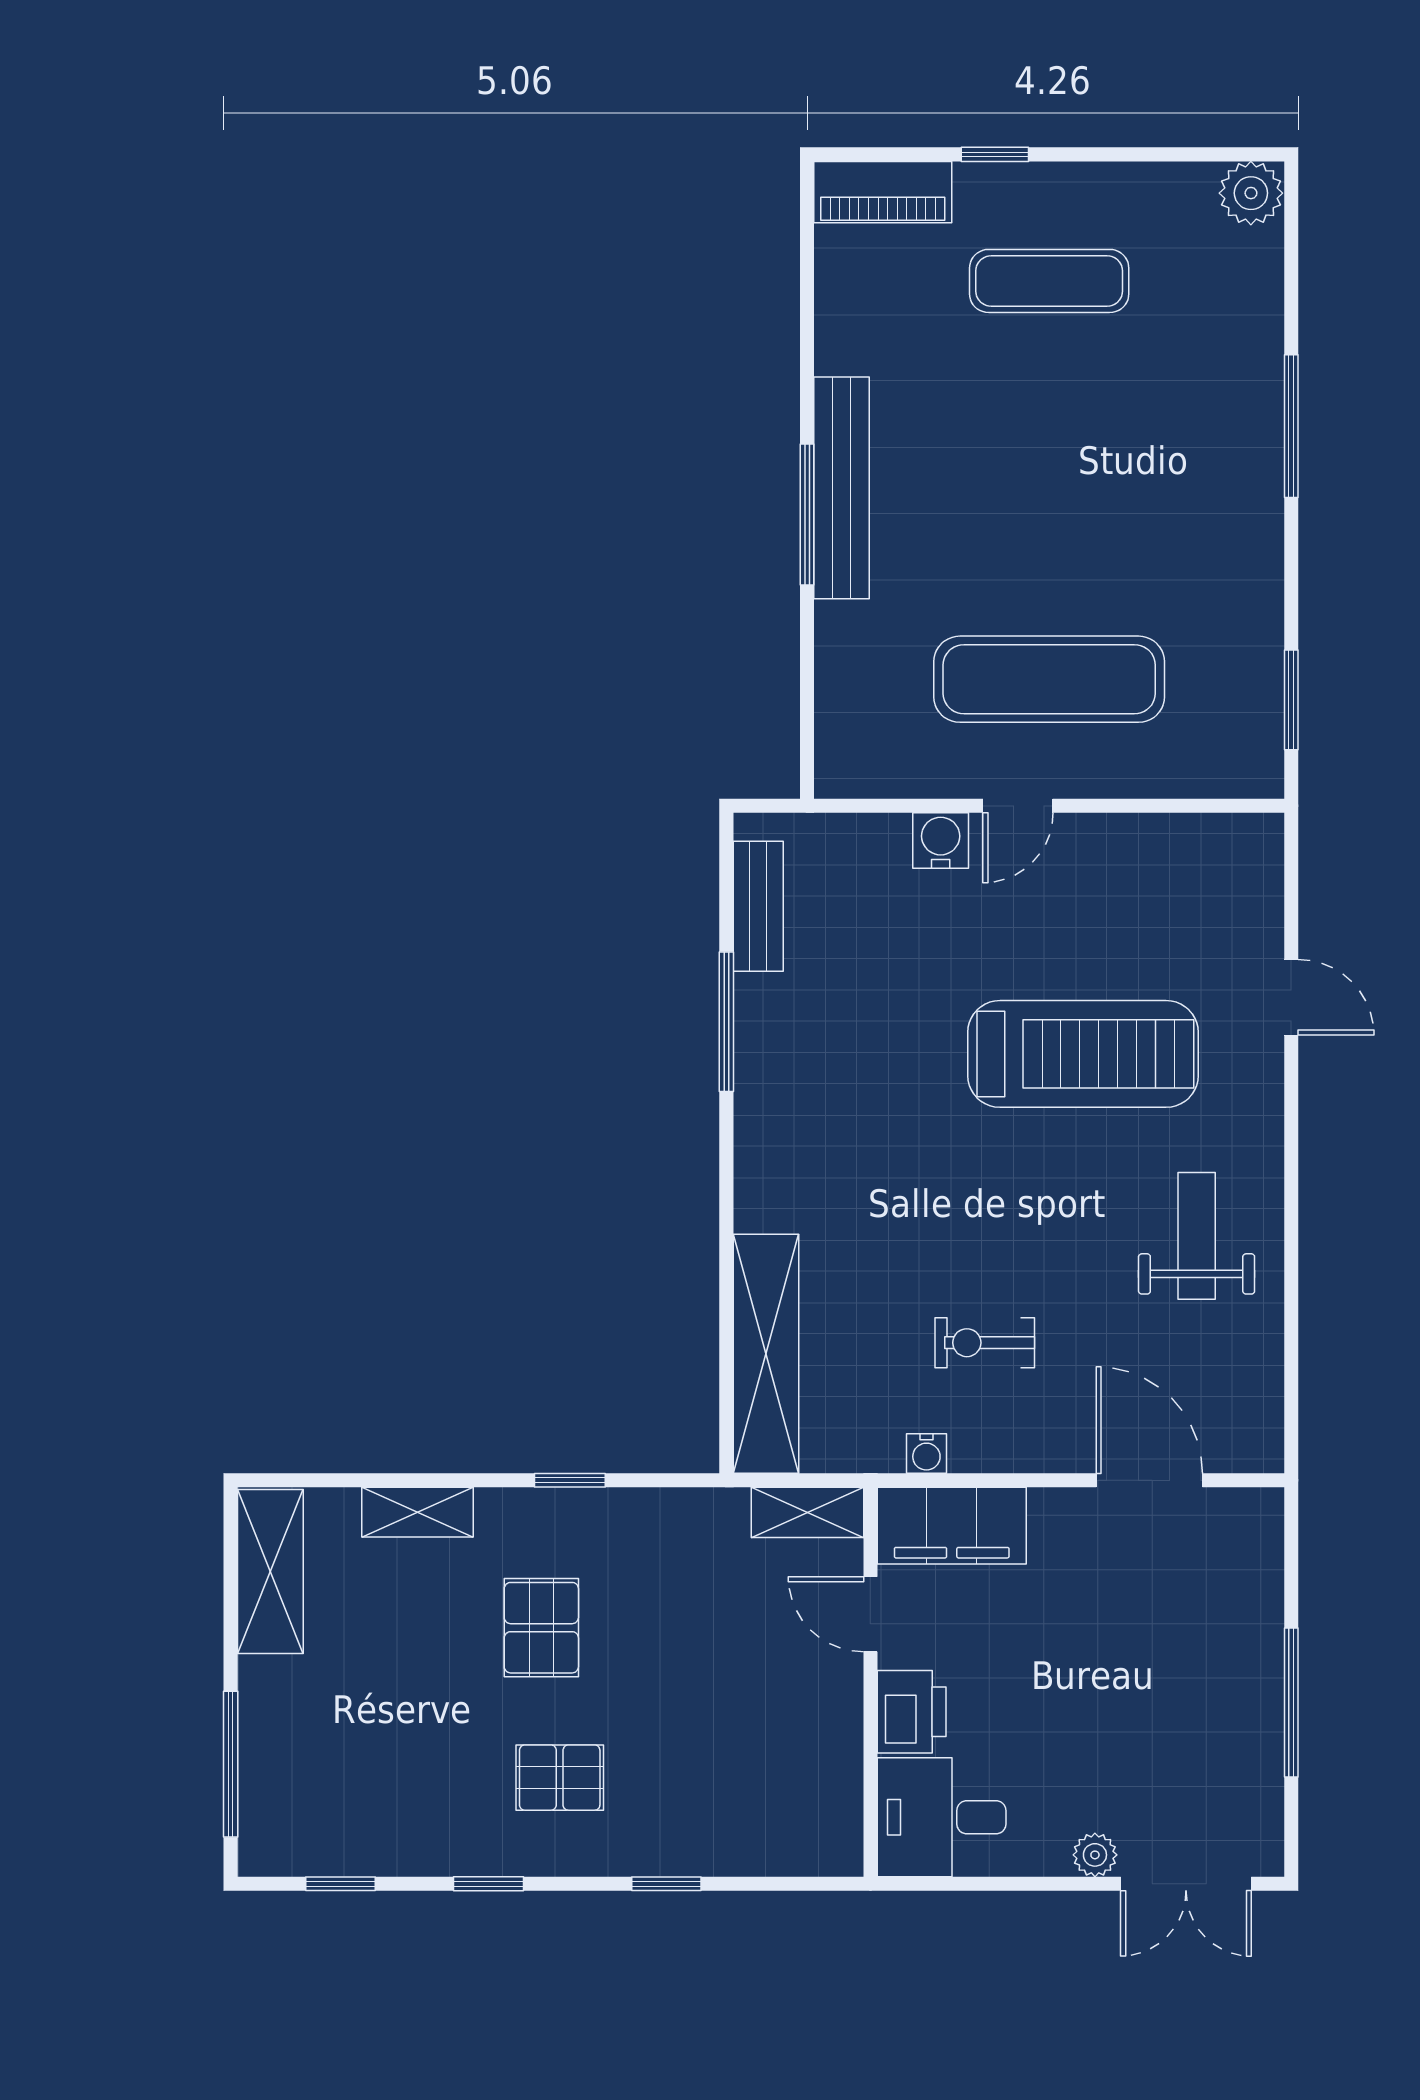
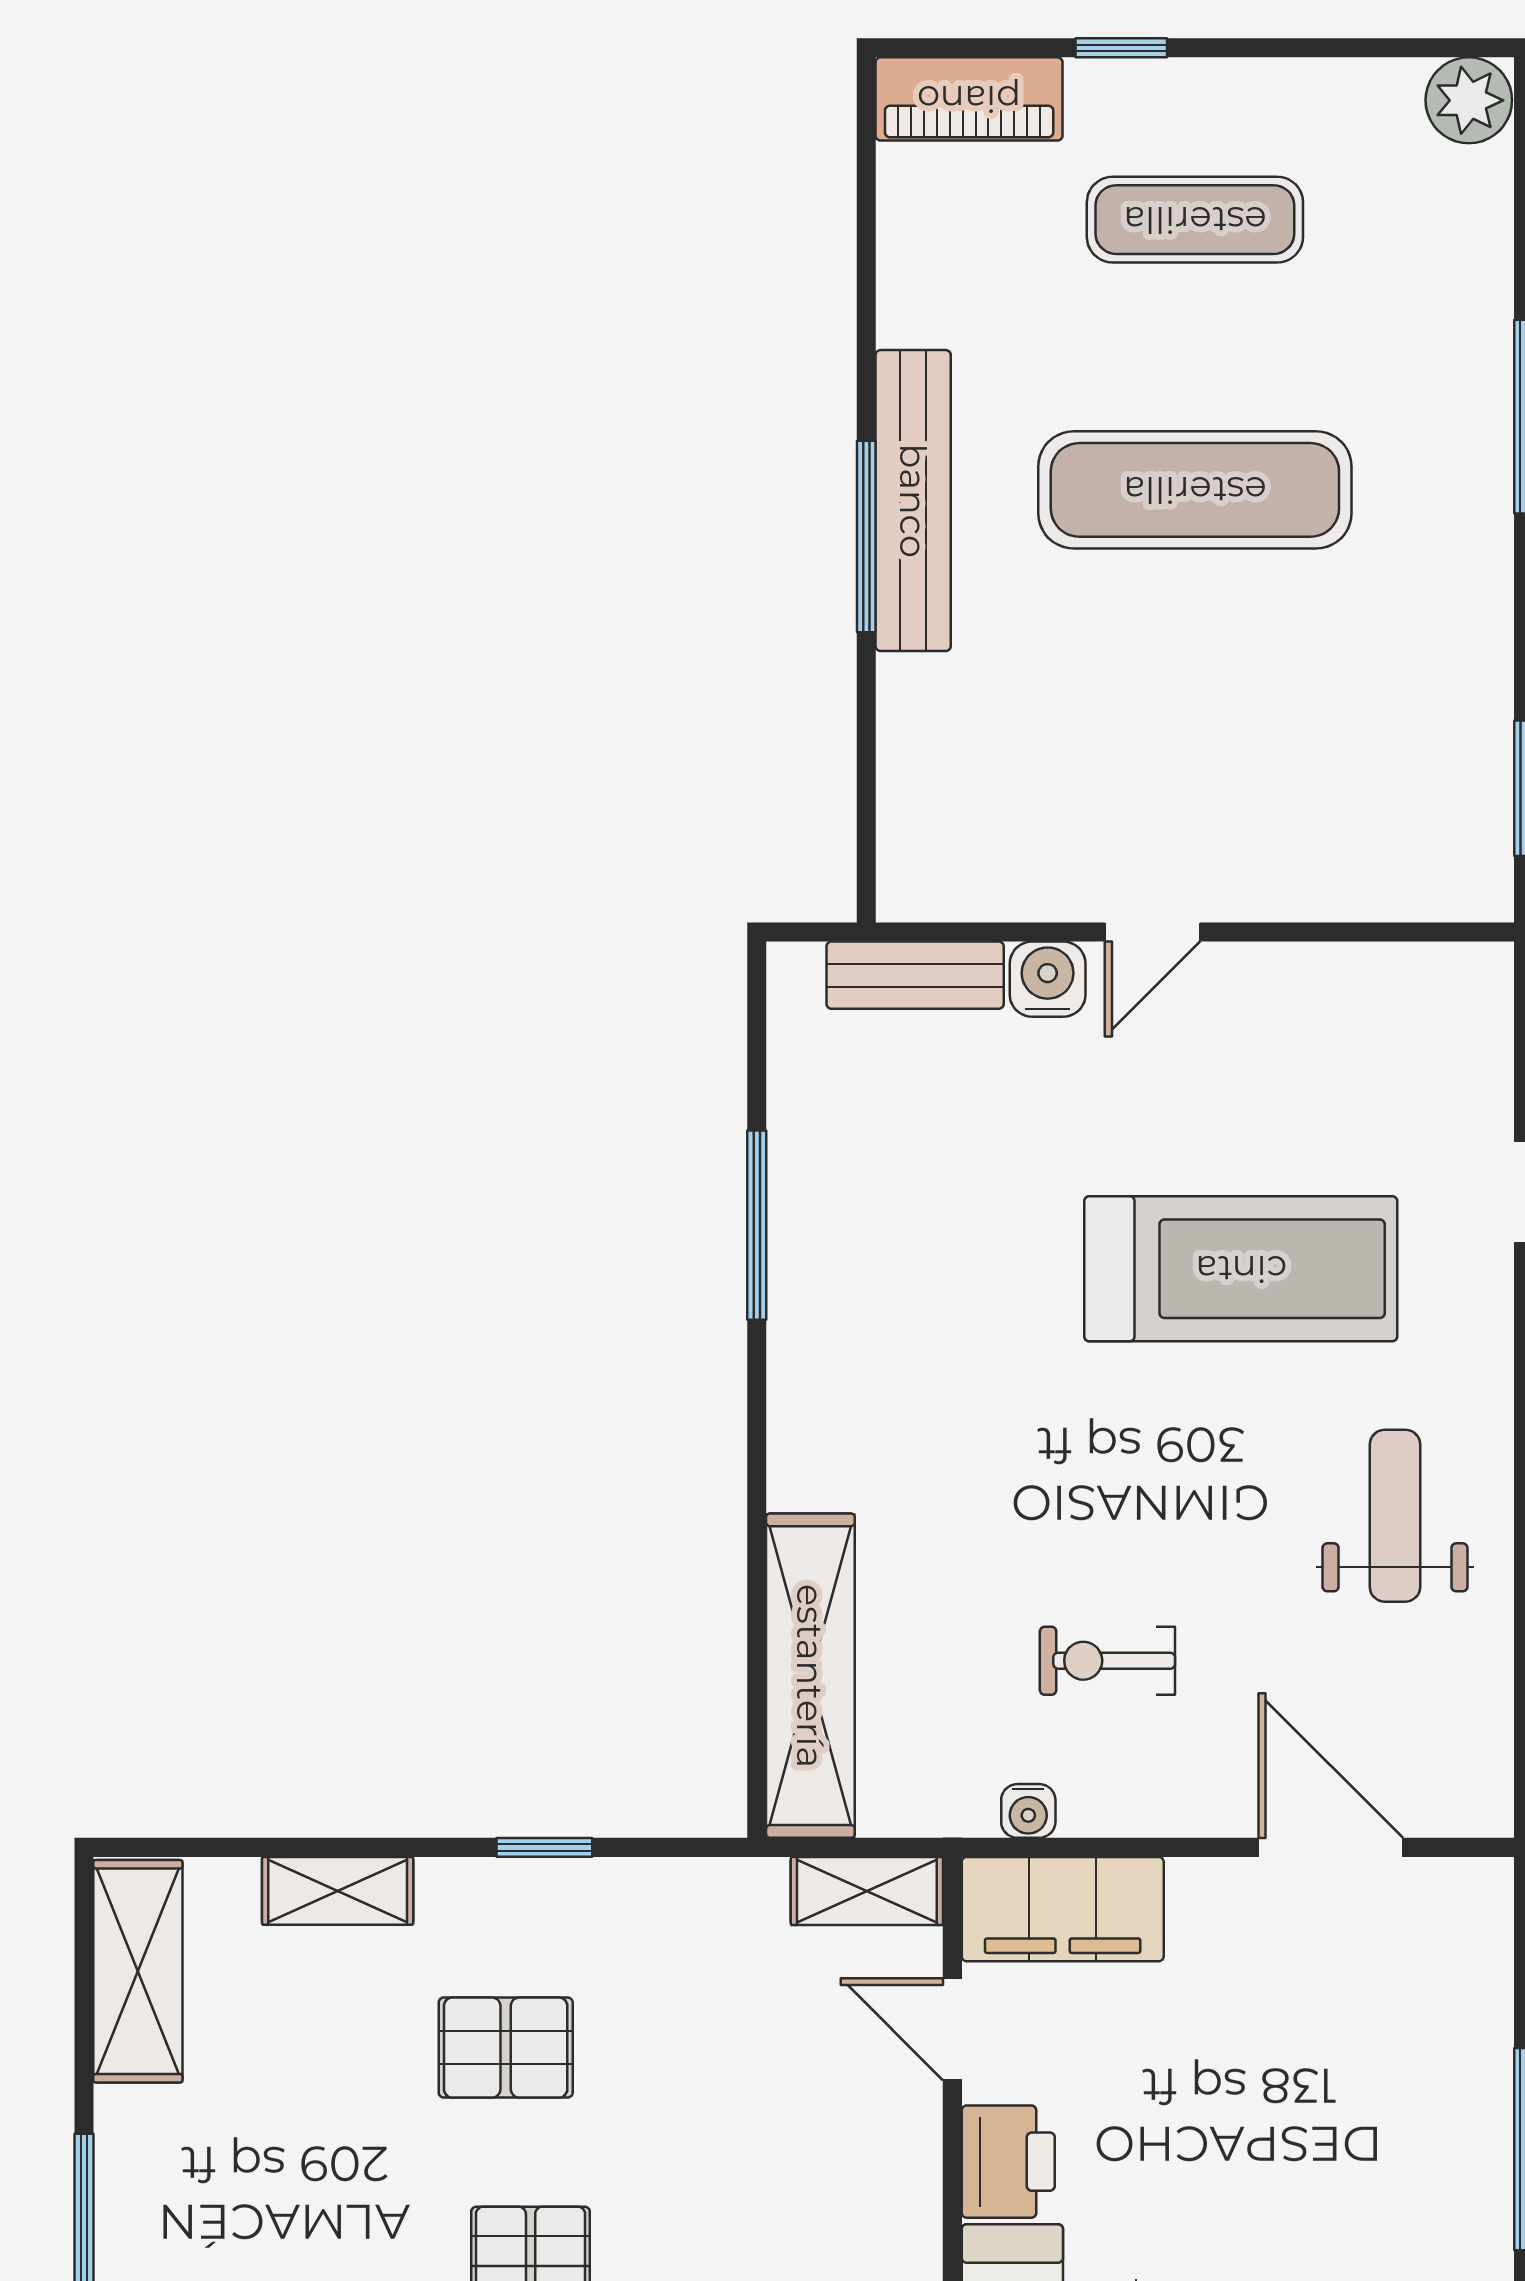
exercise mat: (1049, 679) -> (1195, 490), moved
bench: (758, 906) -> (915, 975), moved, turned 90
pallet: (541, 1628) -> (506, 2048), turned 90

